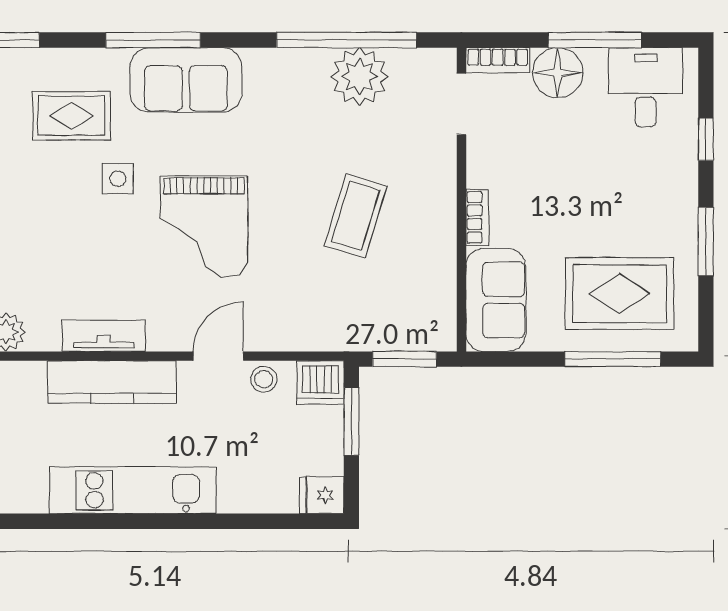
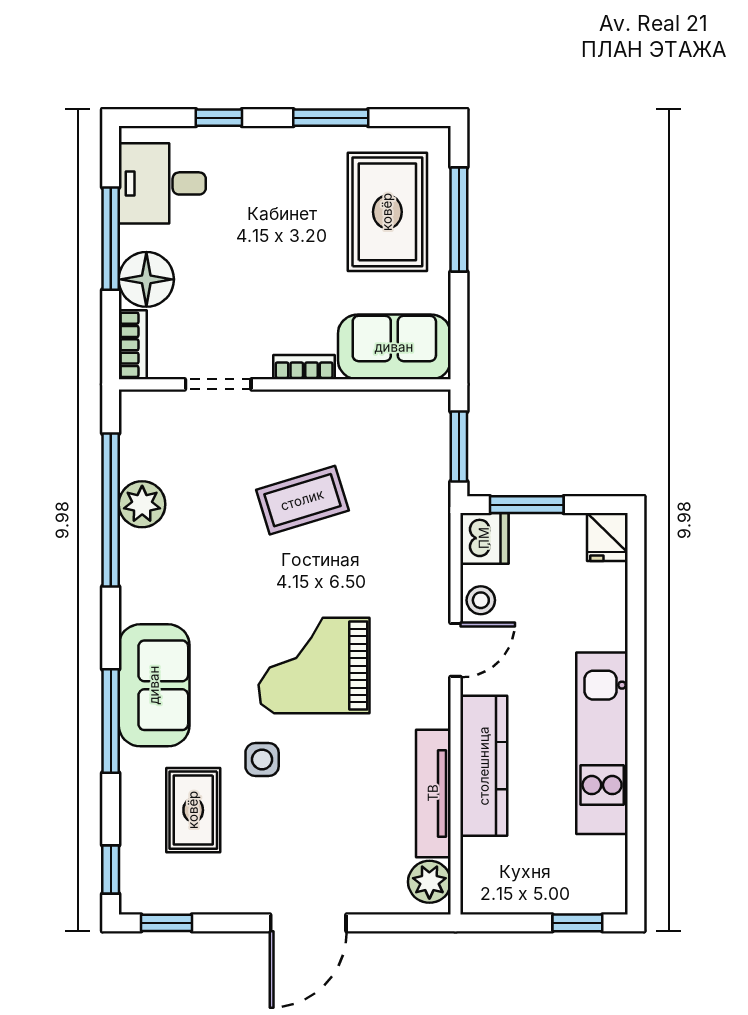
plant: (359, 77) -> (142, 504), width x0.73, depth x0.73
doorway: (461, 104) -> (218, 384), moved
coffee table: (355, 216) -> (302, 500), turned -34
grand piano: (204, 226) -> (314, 666), turned 180
tv unit: (104, 336) -> (433, 793), width x1.41
door: (218, 356) -> (456, 650), swing flipped

